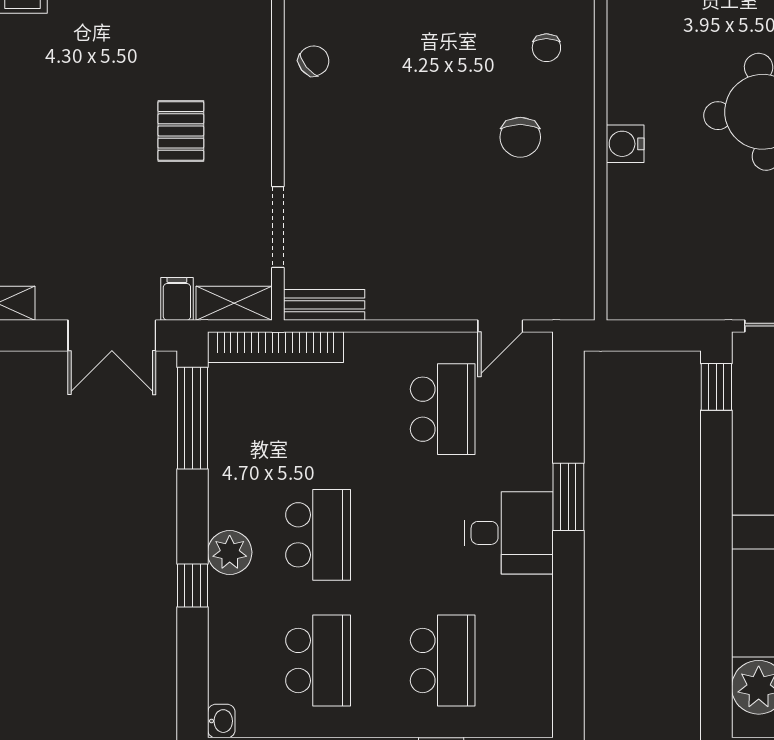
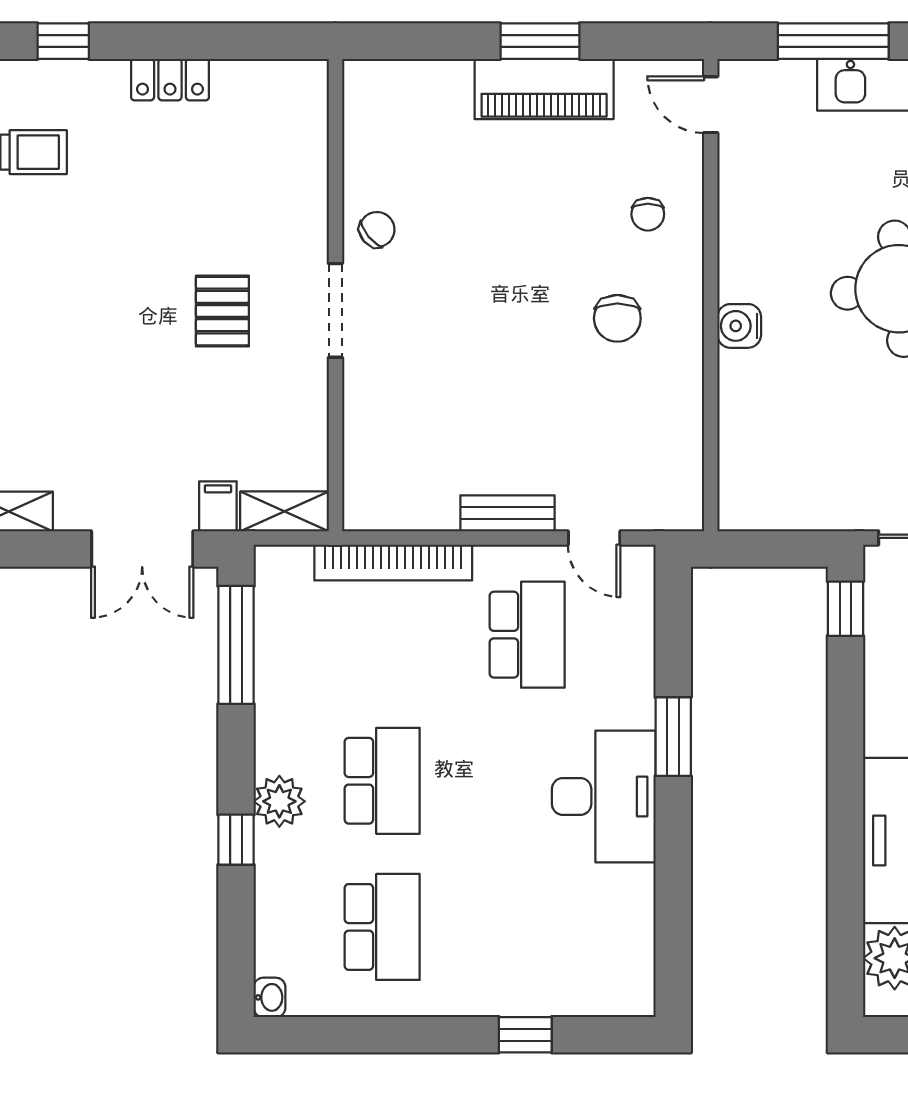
doorway: (278, 227) -> (335, 310), moved
bench: (324, 305) -> (507, 513), moved
door: (500, 326) -> (594, 538), hinge flipped
bookcase: (276, 347) -> (393, 562), moved
desk: (509, 533) -> (604, 796), width x1.37
school desk: (443, 660) -> (527, 927), removed

